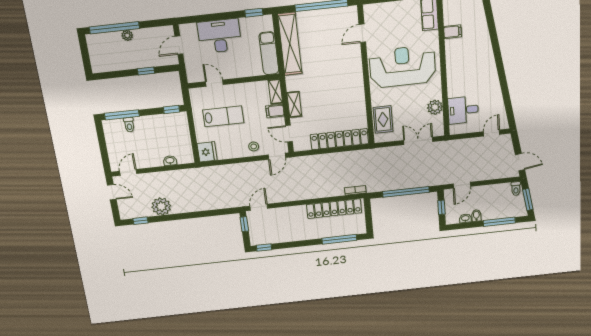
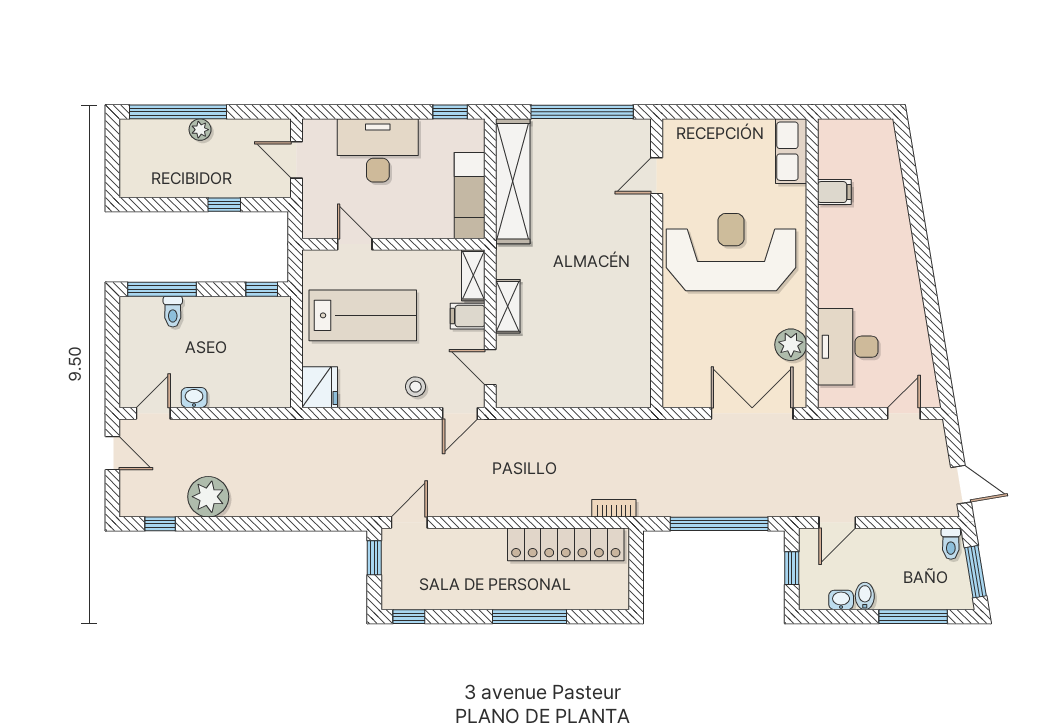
door: (179, 45) -> (297, 160), hinge flipped
desk: (463, 110) -> (848, 347), width x1.37
lab bench: (223, 116) -> (363, 315), width x1.36, depth x1.39
rug: (383, 119) -> (684, 359), removed
locker: (339, 139) -> (591, 391), removed
double door: (418, 141) -> (752, 413), width x1.37
washbasin: (170, 161) -> (194, 398), moved
window: (339, 239) -> (530, 617), moved

